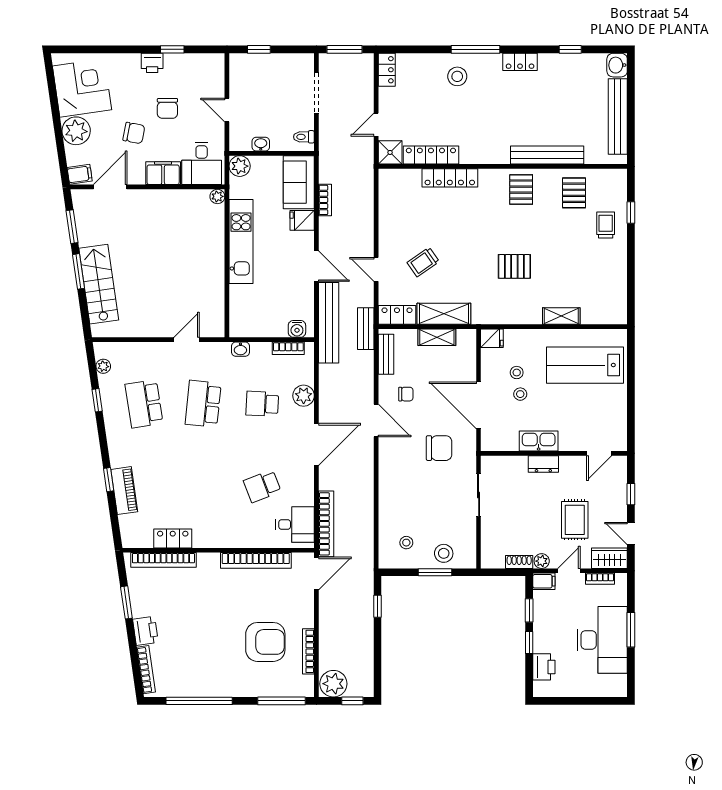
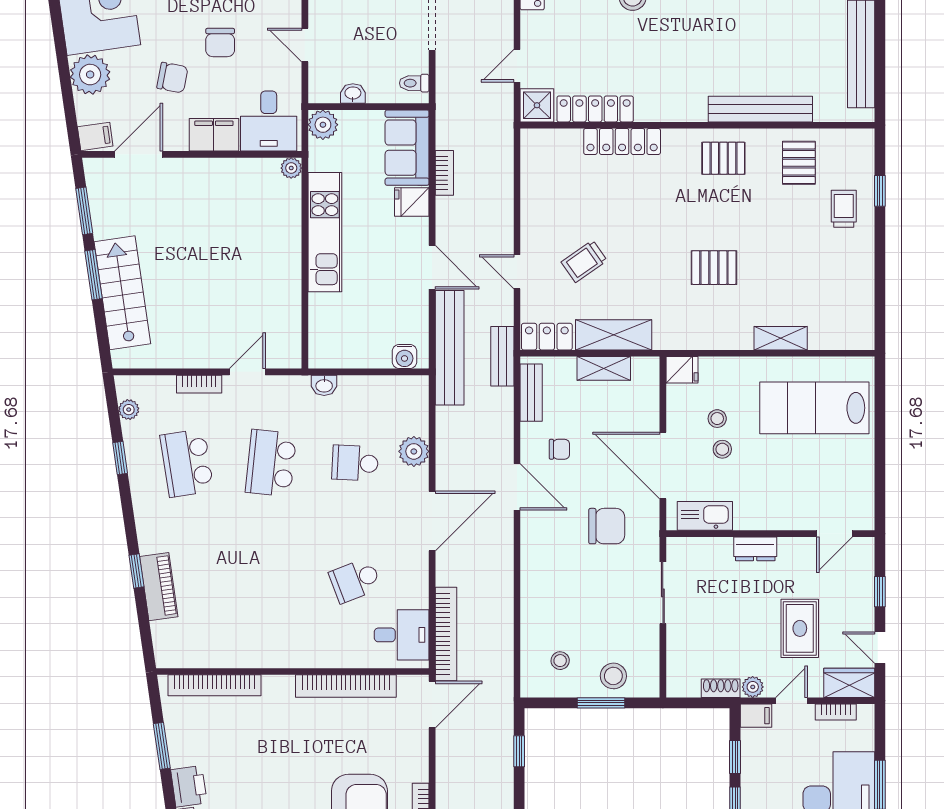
pallet: (521, 190) -> (723, 158), turned 90
bookcase: (288, 348) -> (199, 384), moved
kitchen sink: (539, 441) -> (705, 516), moved
locker: (173, 538) -> (228, 655), removed

